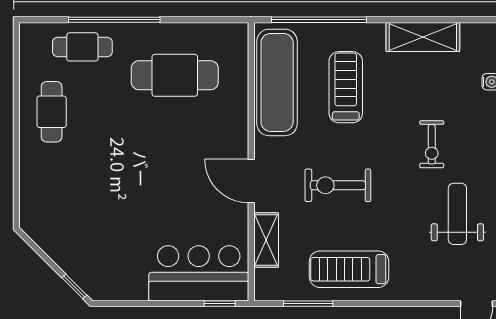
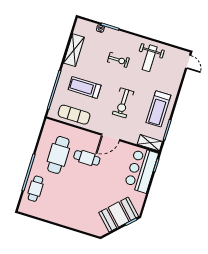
exercise mat: (277, 82) -> (74, 115), width x0.73, depth x0.69
cafe table: (52, 112) -> (87, 158), moved
weight bench: (457, 214) -> (150, 58), turned -90
shelving: (266, 240) -> (150, 143), moved
booth: (82, 253) -> (119, 214), added

